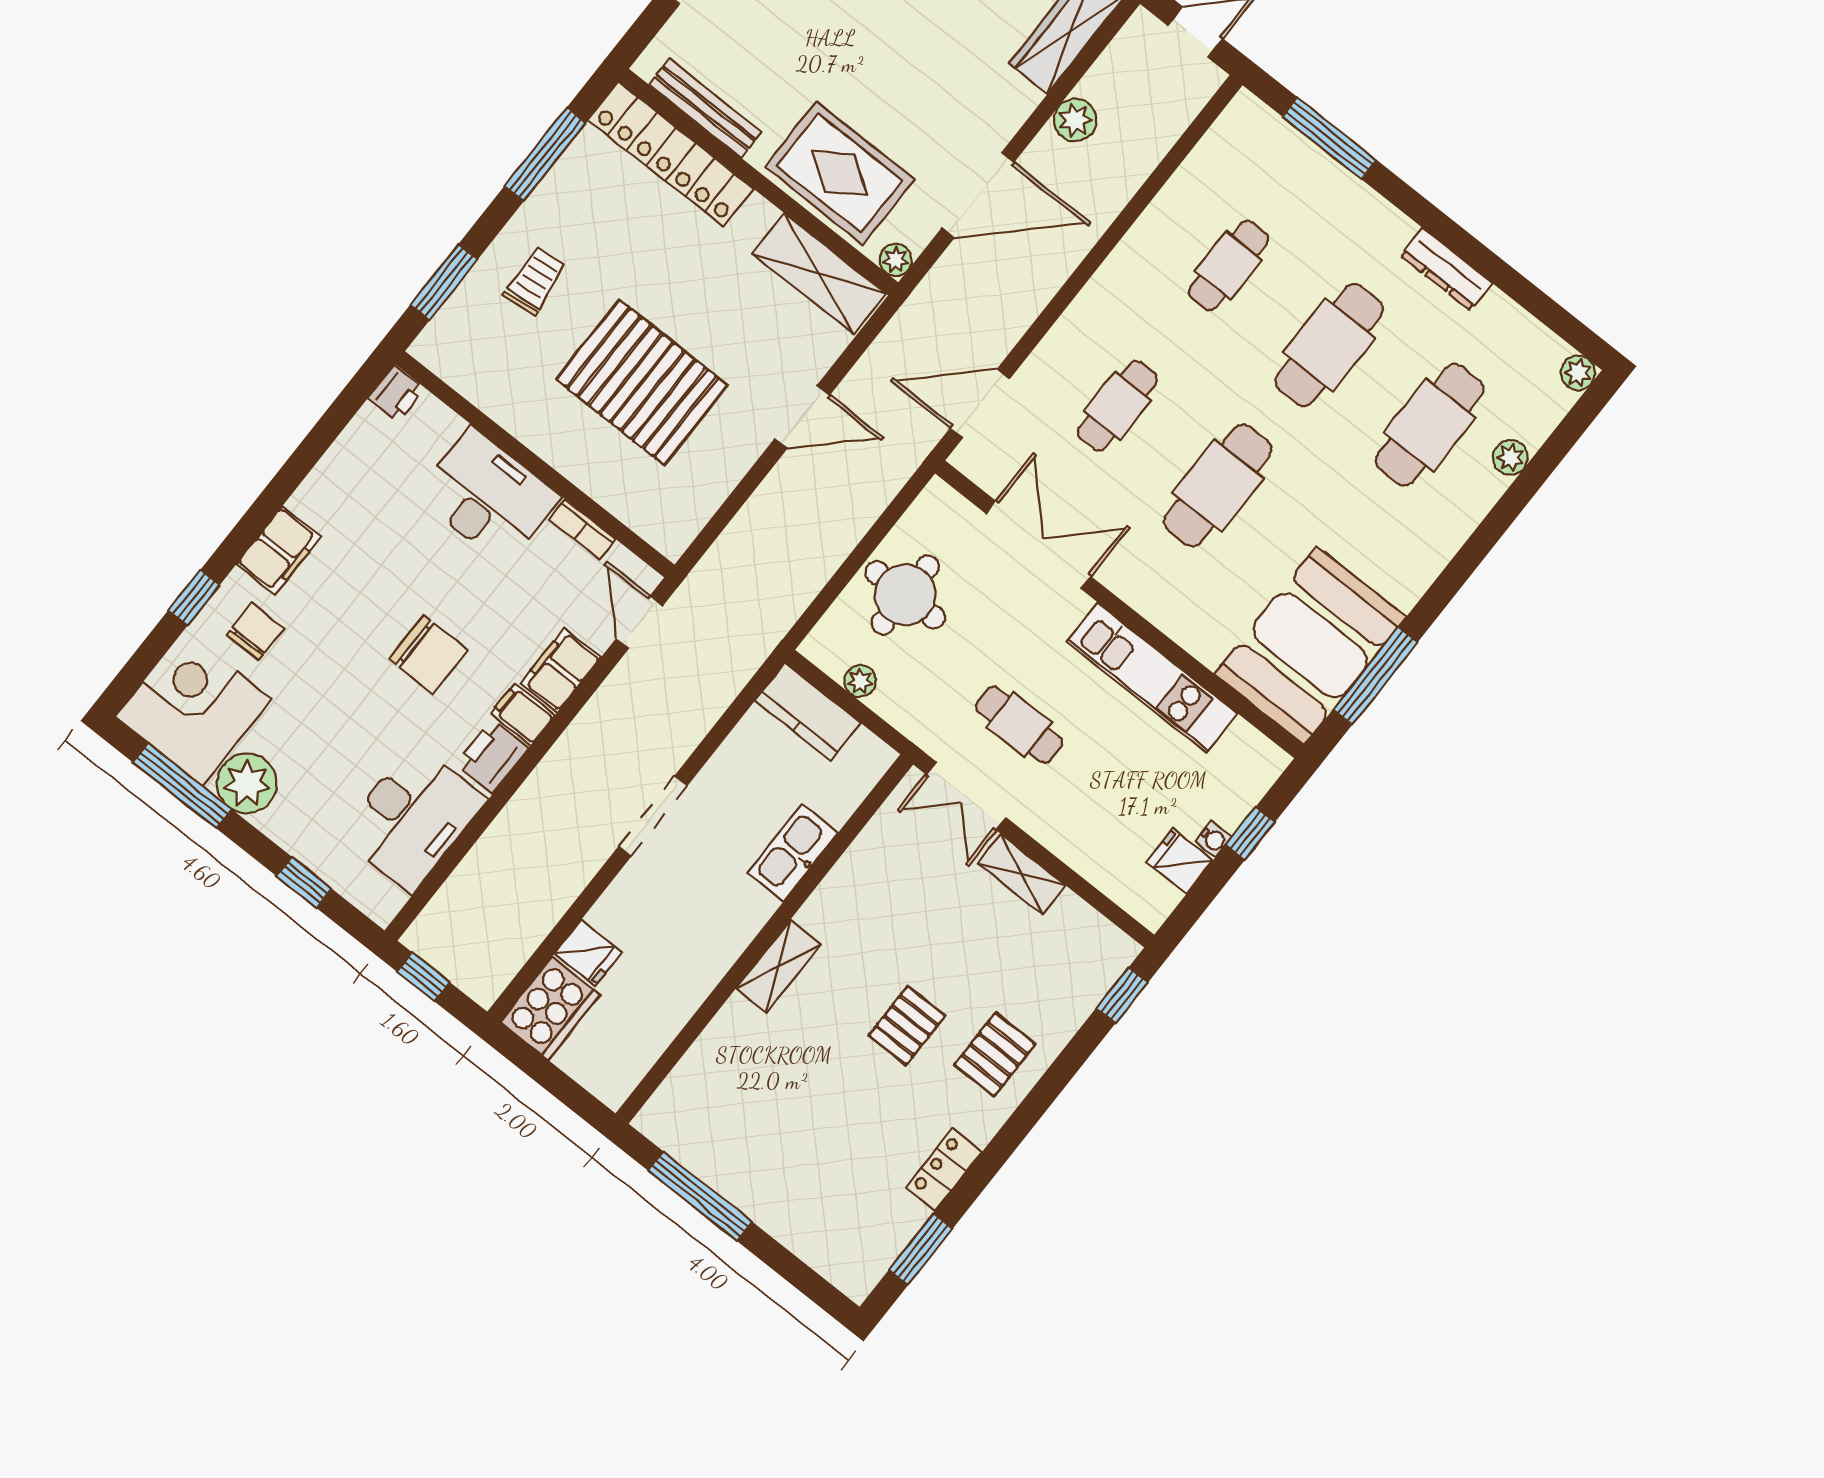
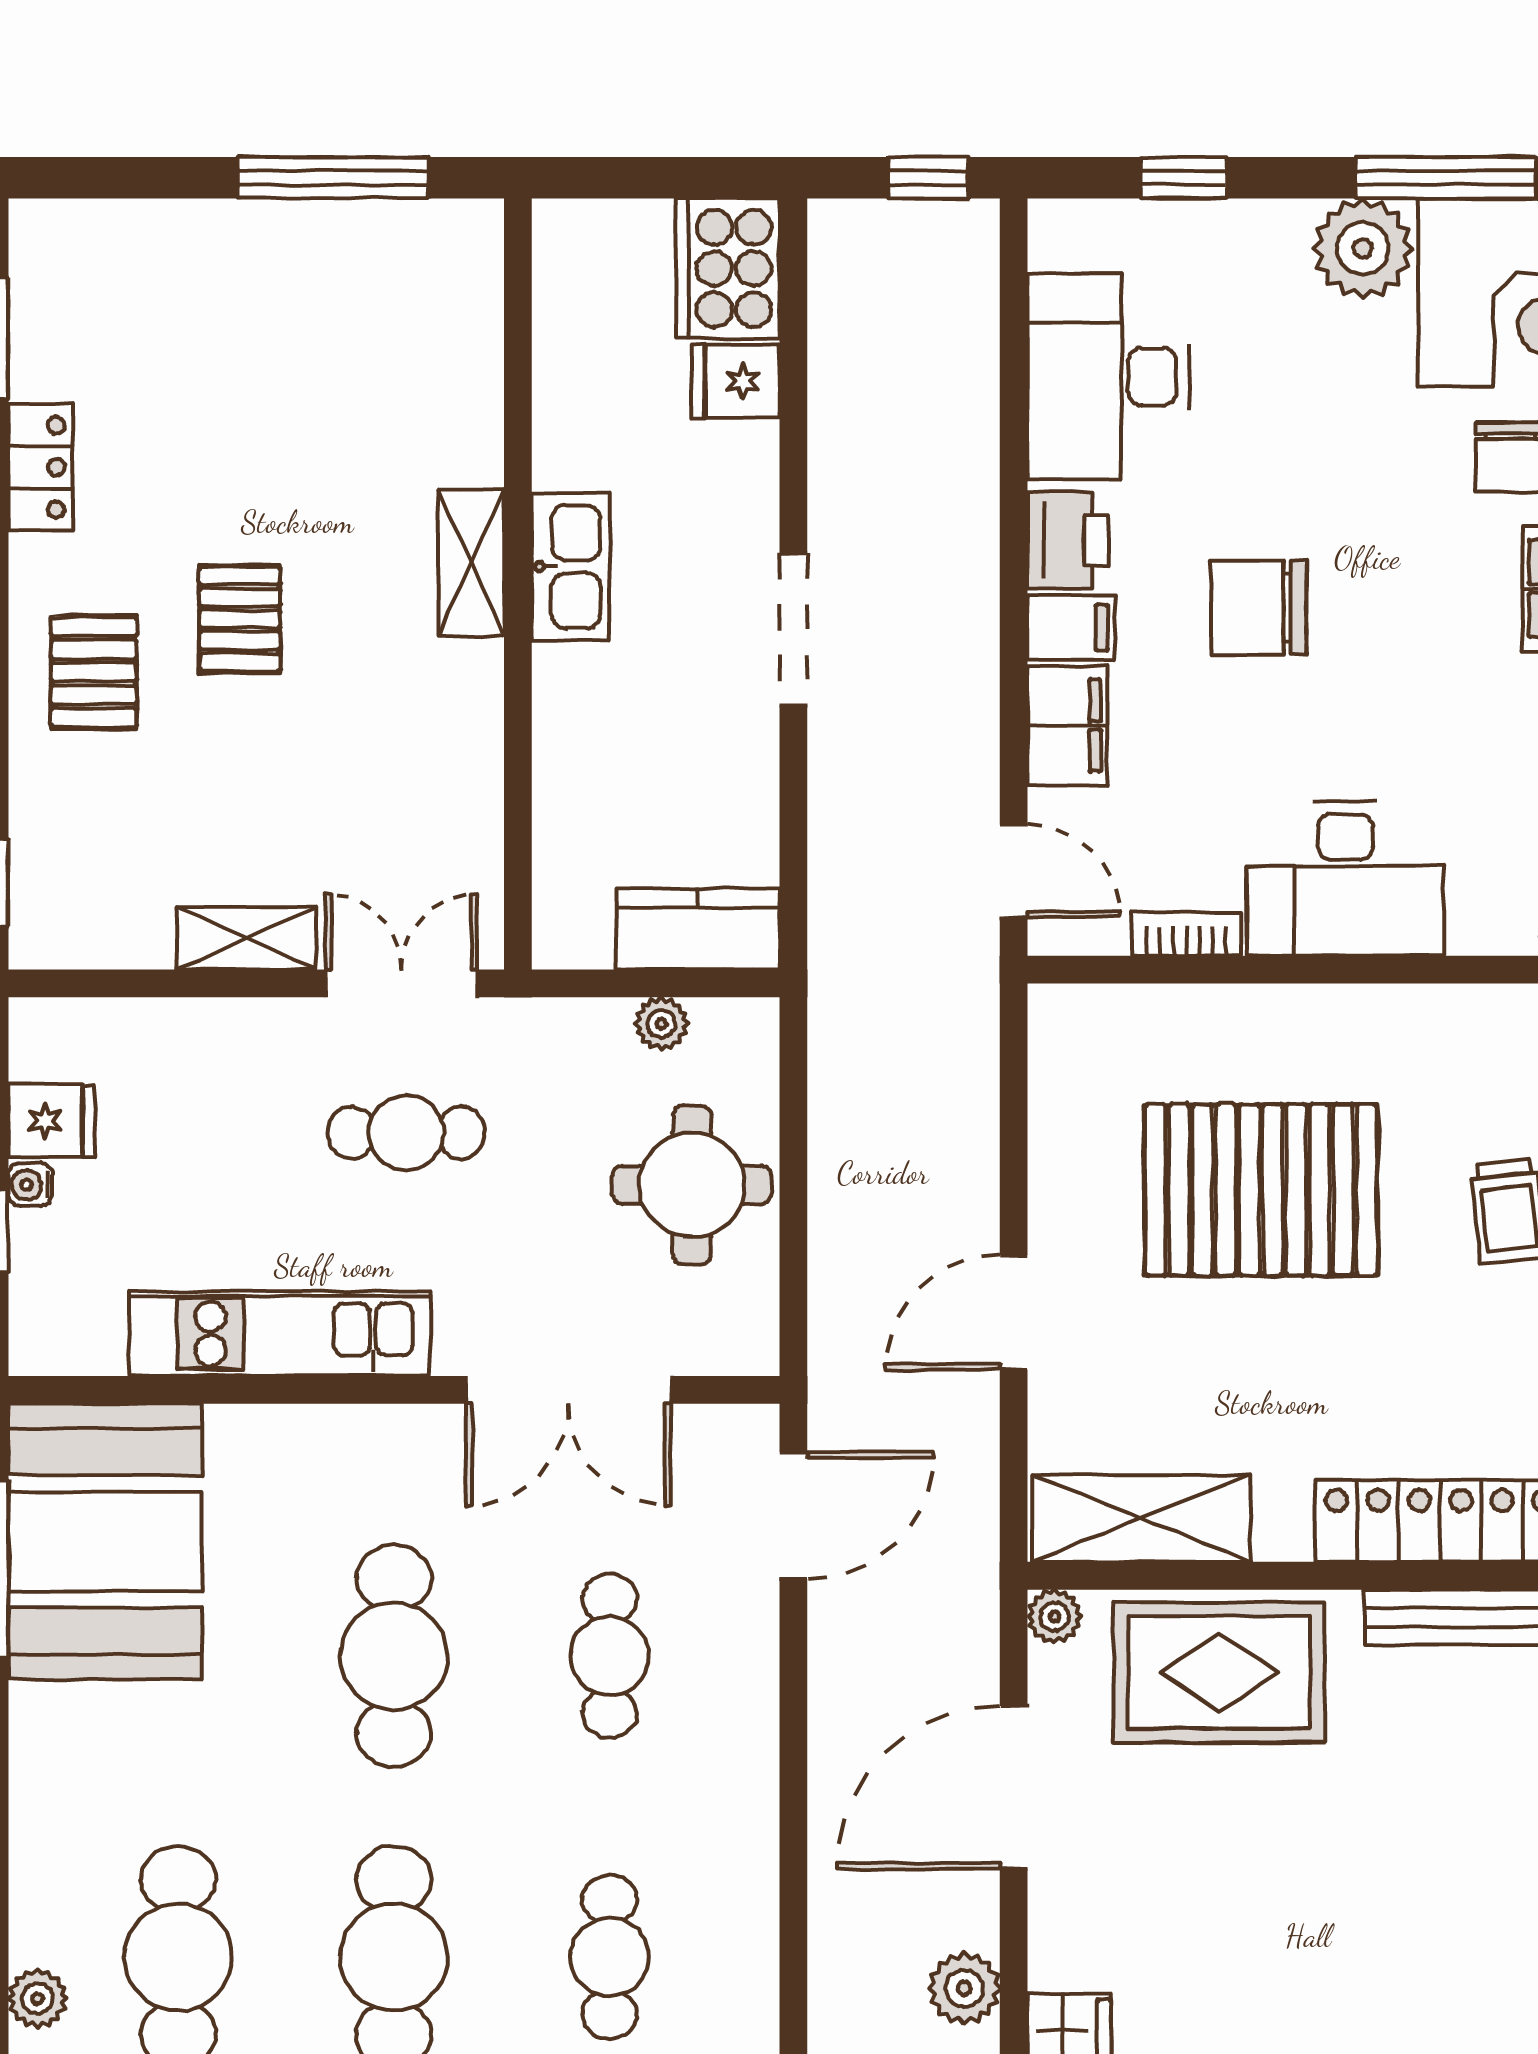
kitchen sink: (793, 853) -> (571, 567), moved

